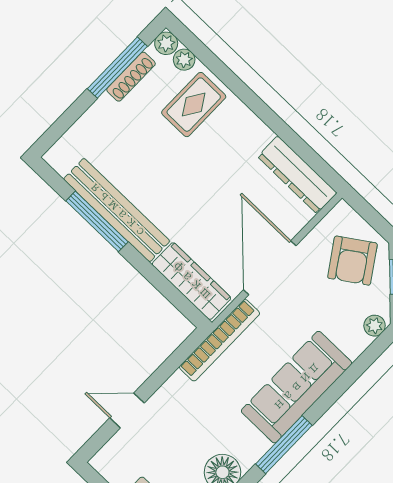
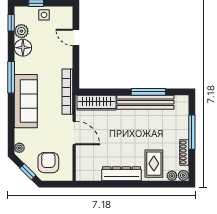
window: (117, 68) -> (192, 132), moved
dresser: (297, 175) -> (121, 174), moved
armchair: (352, 261) -> (48, 163), turned 34
door: (270, 268) -> (74, 133), width x0.73
door: (127, 410) -> (76, 37), swing flipped

